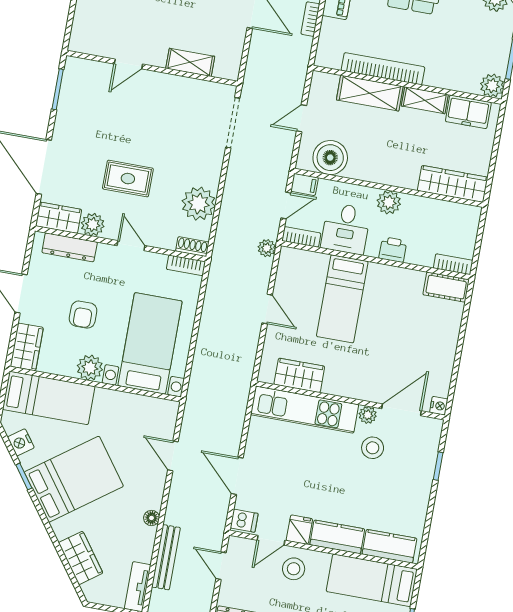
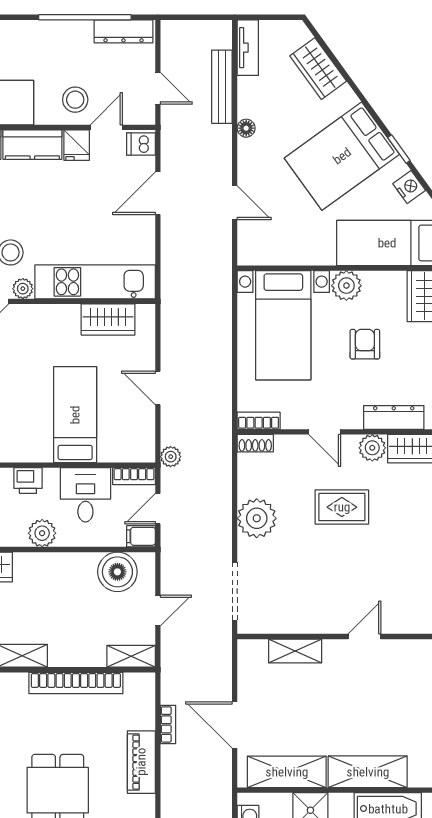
shelving: (370, 93) -> (131, 656), moved, width x0.67, depth x0.75
plant: (199, 204) -> (257, 518), moved
door: (237, 476) -> (158, 193), swing flipped

